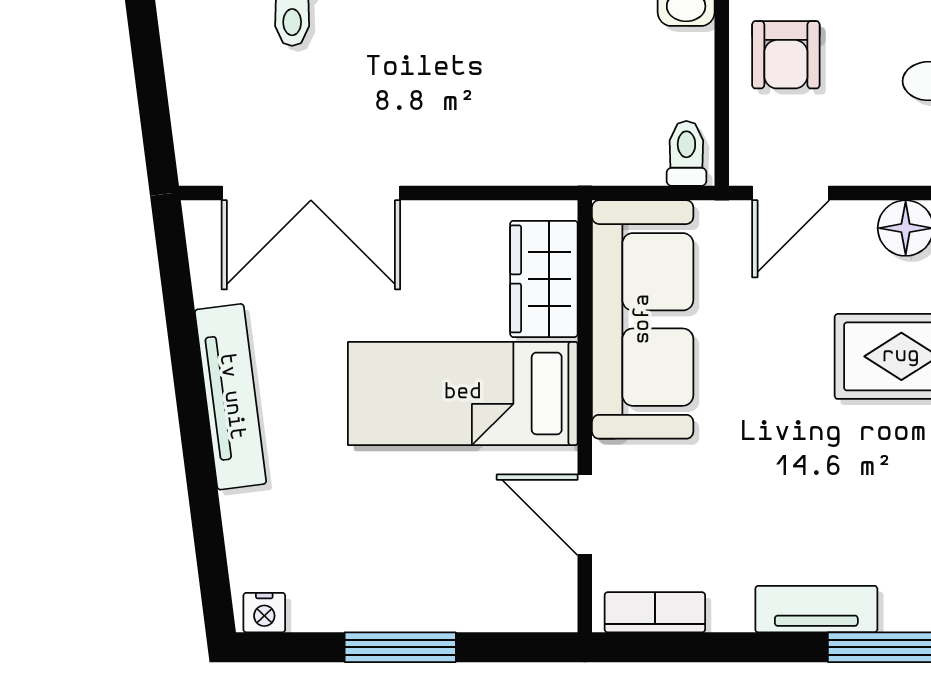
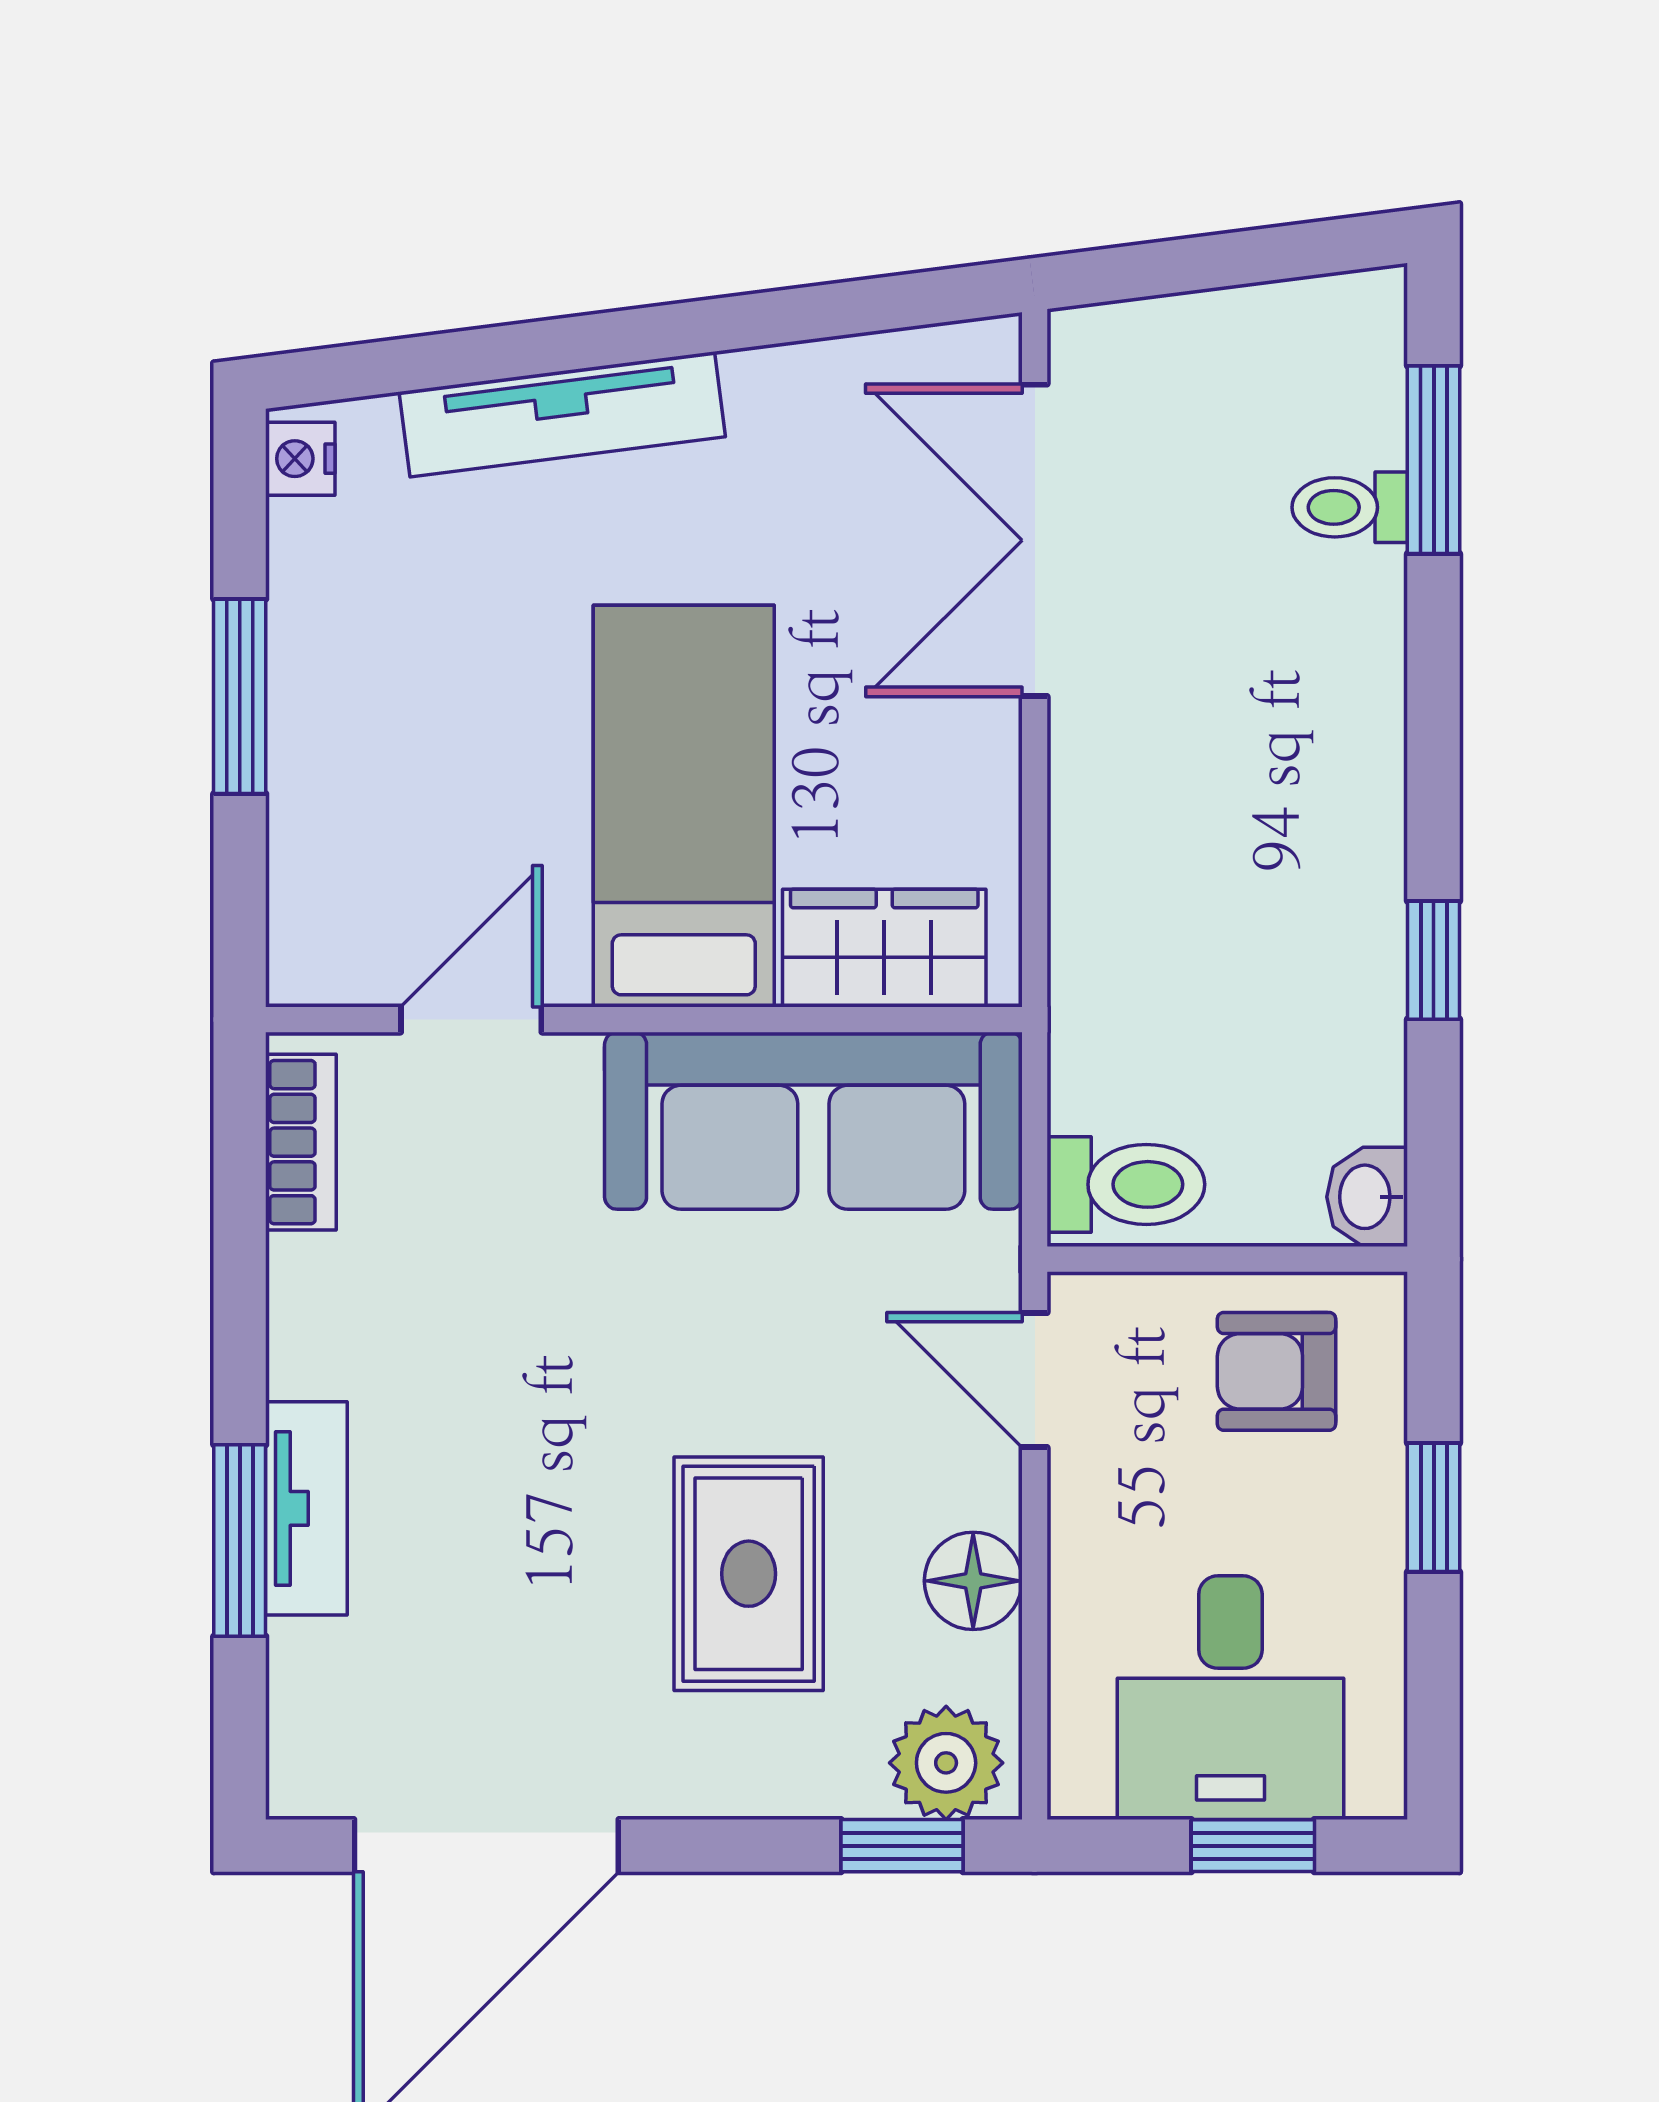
toilet: (686, 153) -> (1126, 1184), width x1.37, depth x1.39
tv unit: (231, 397) -> (562, 414), moved
tv unit: (816, 609) -> (306, 1508), moved

